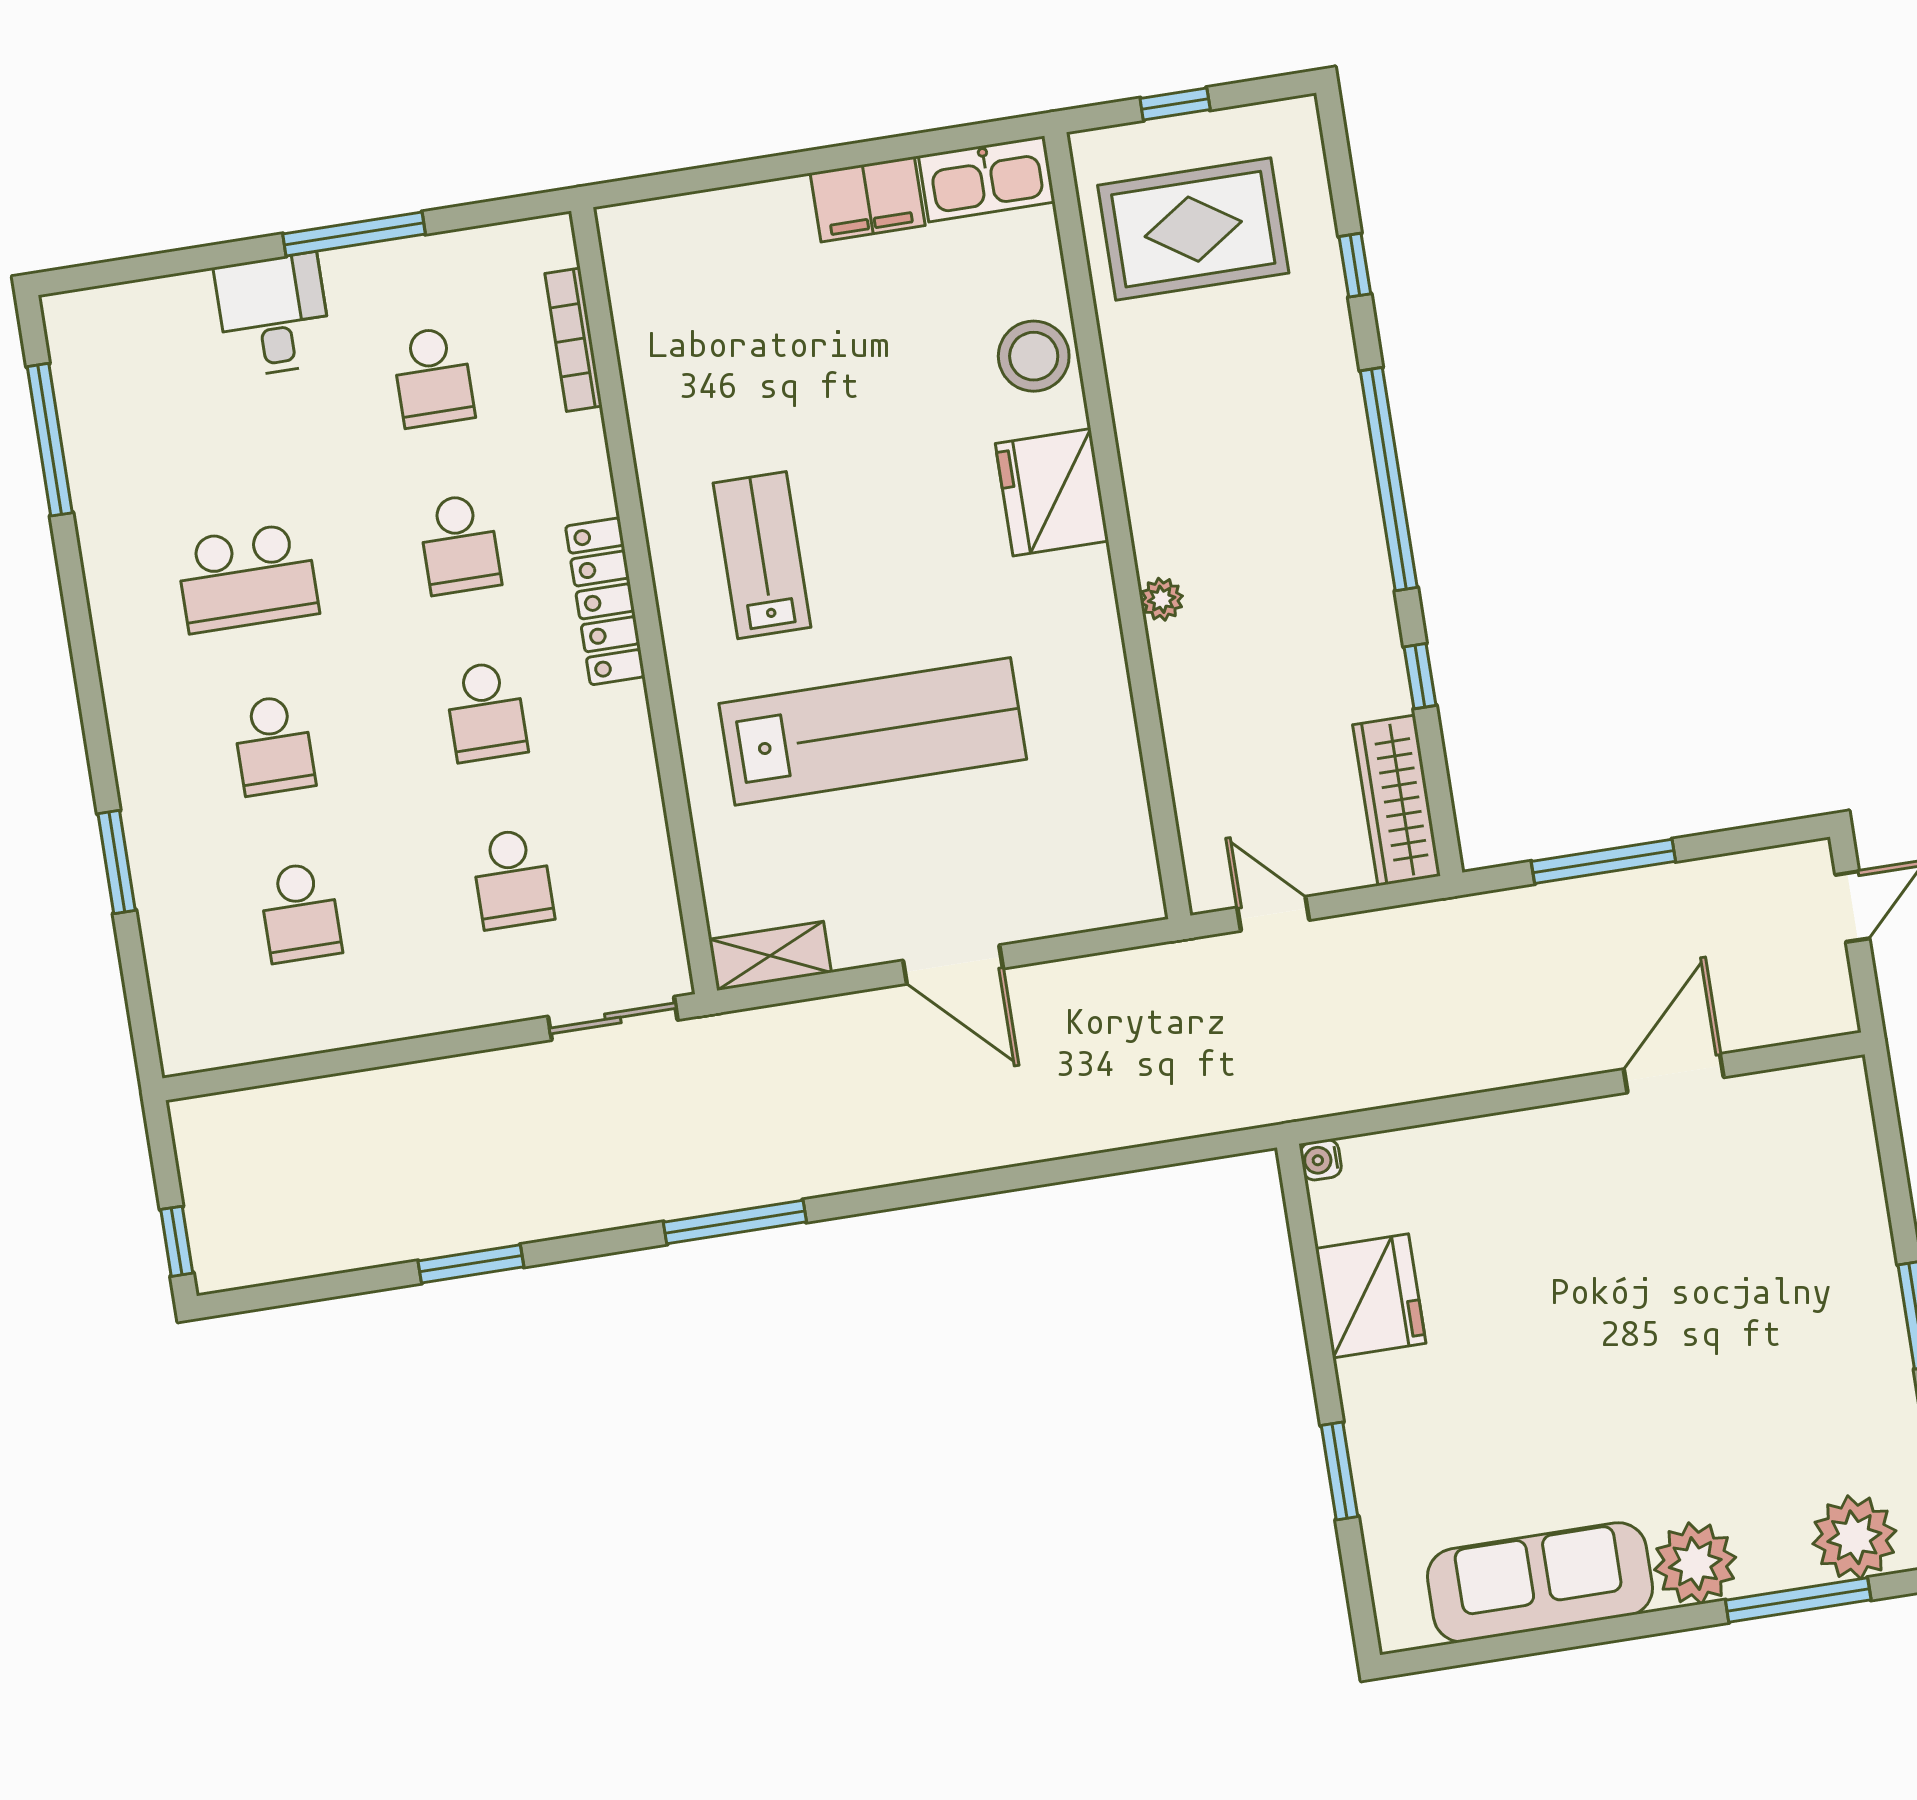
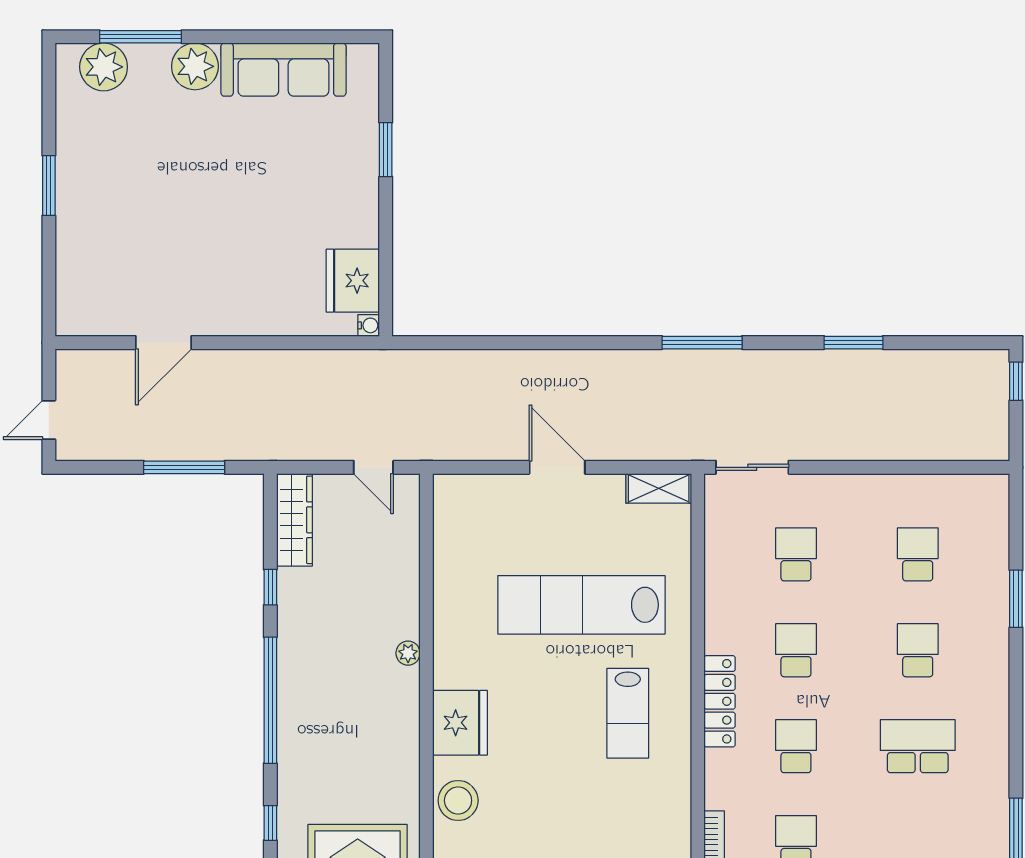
fridge: (1371, 1296) -> (353, 281), moved

